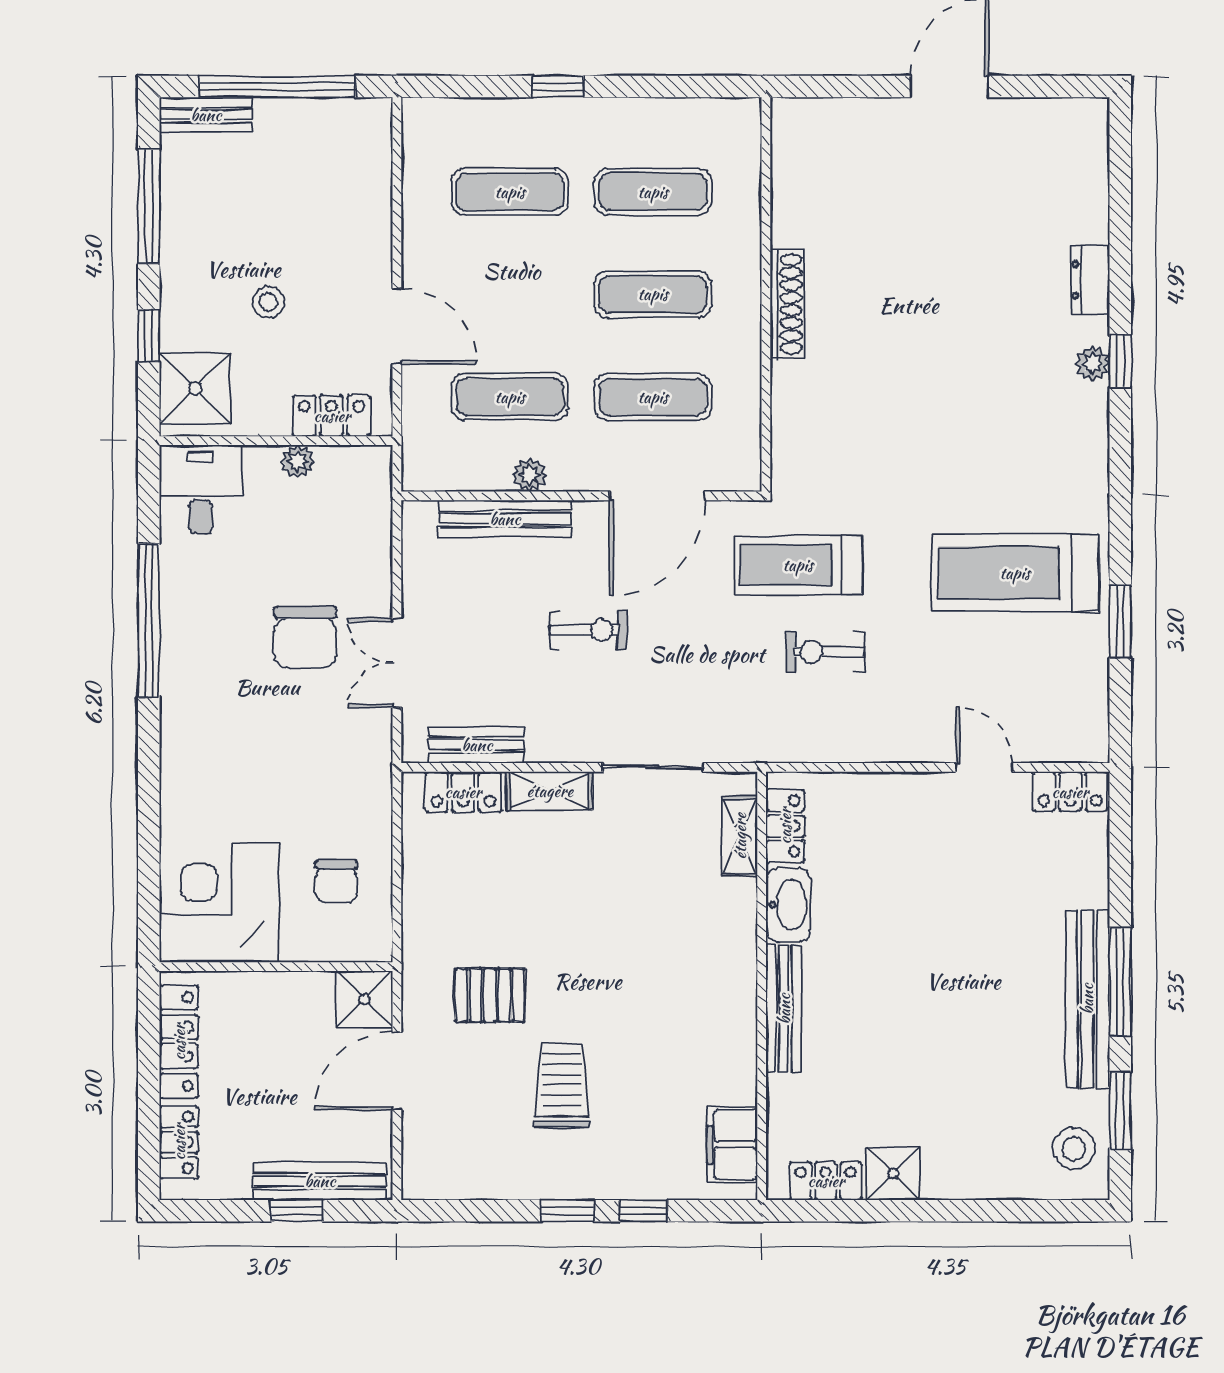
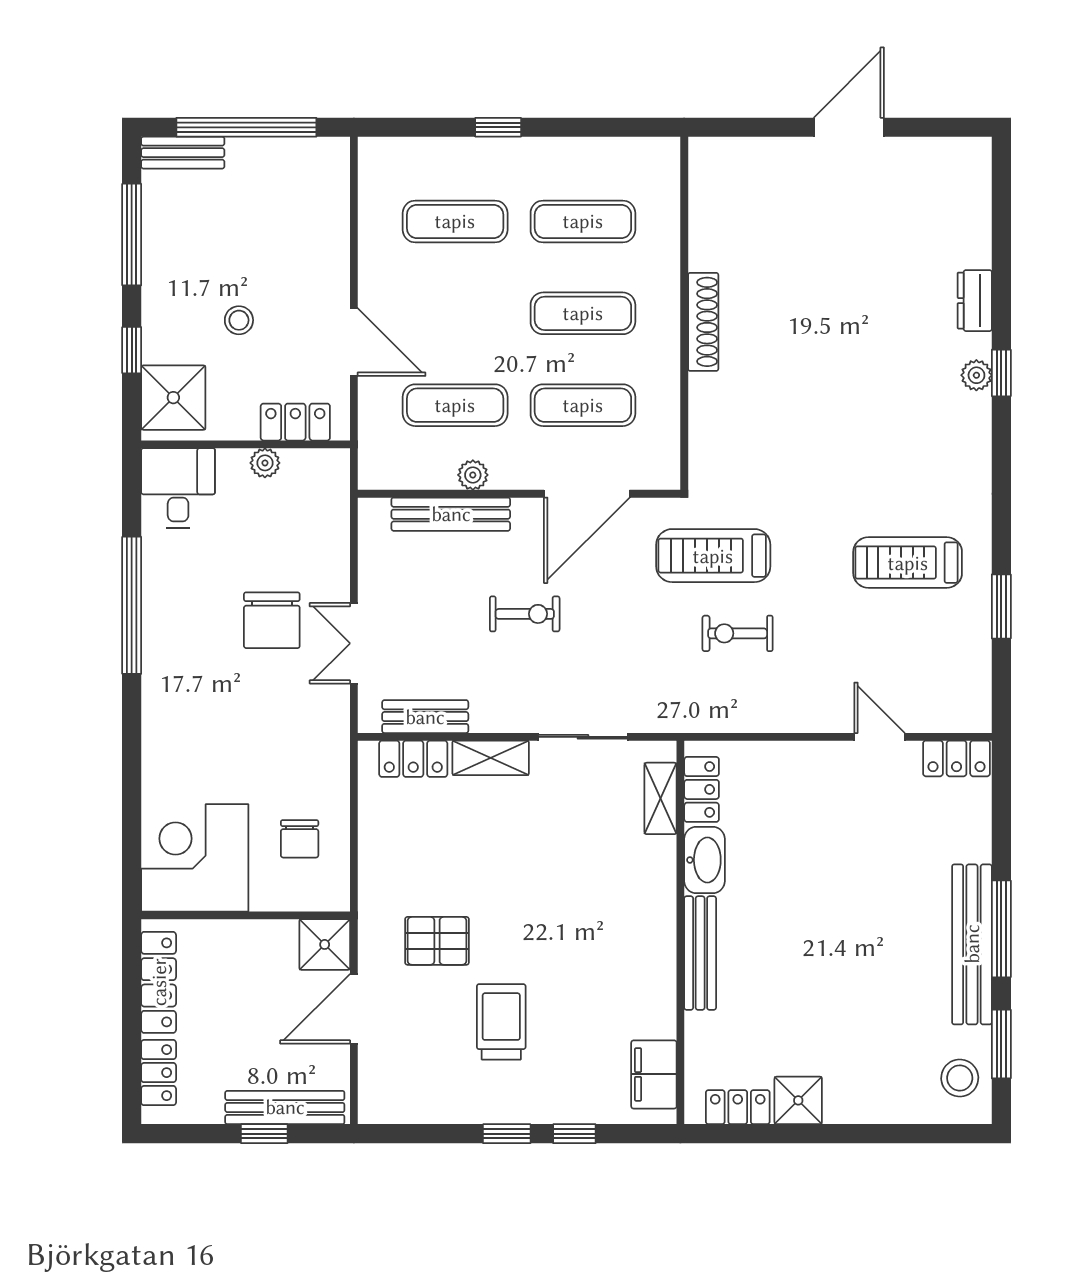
treadmill: (1015, 573) -> (908, 563), width x0.73, depth x0.73

